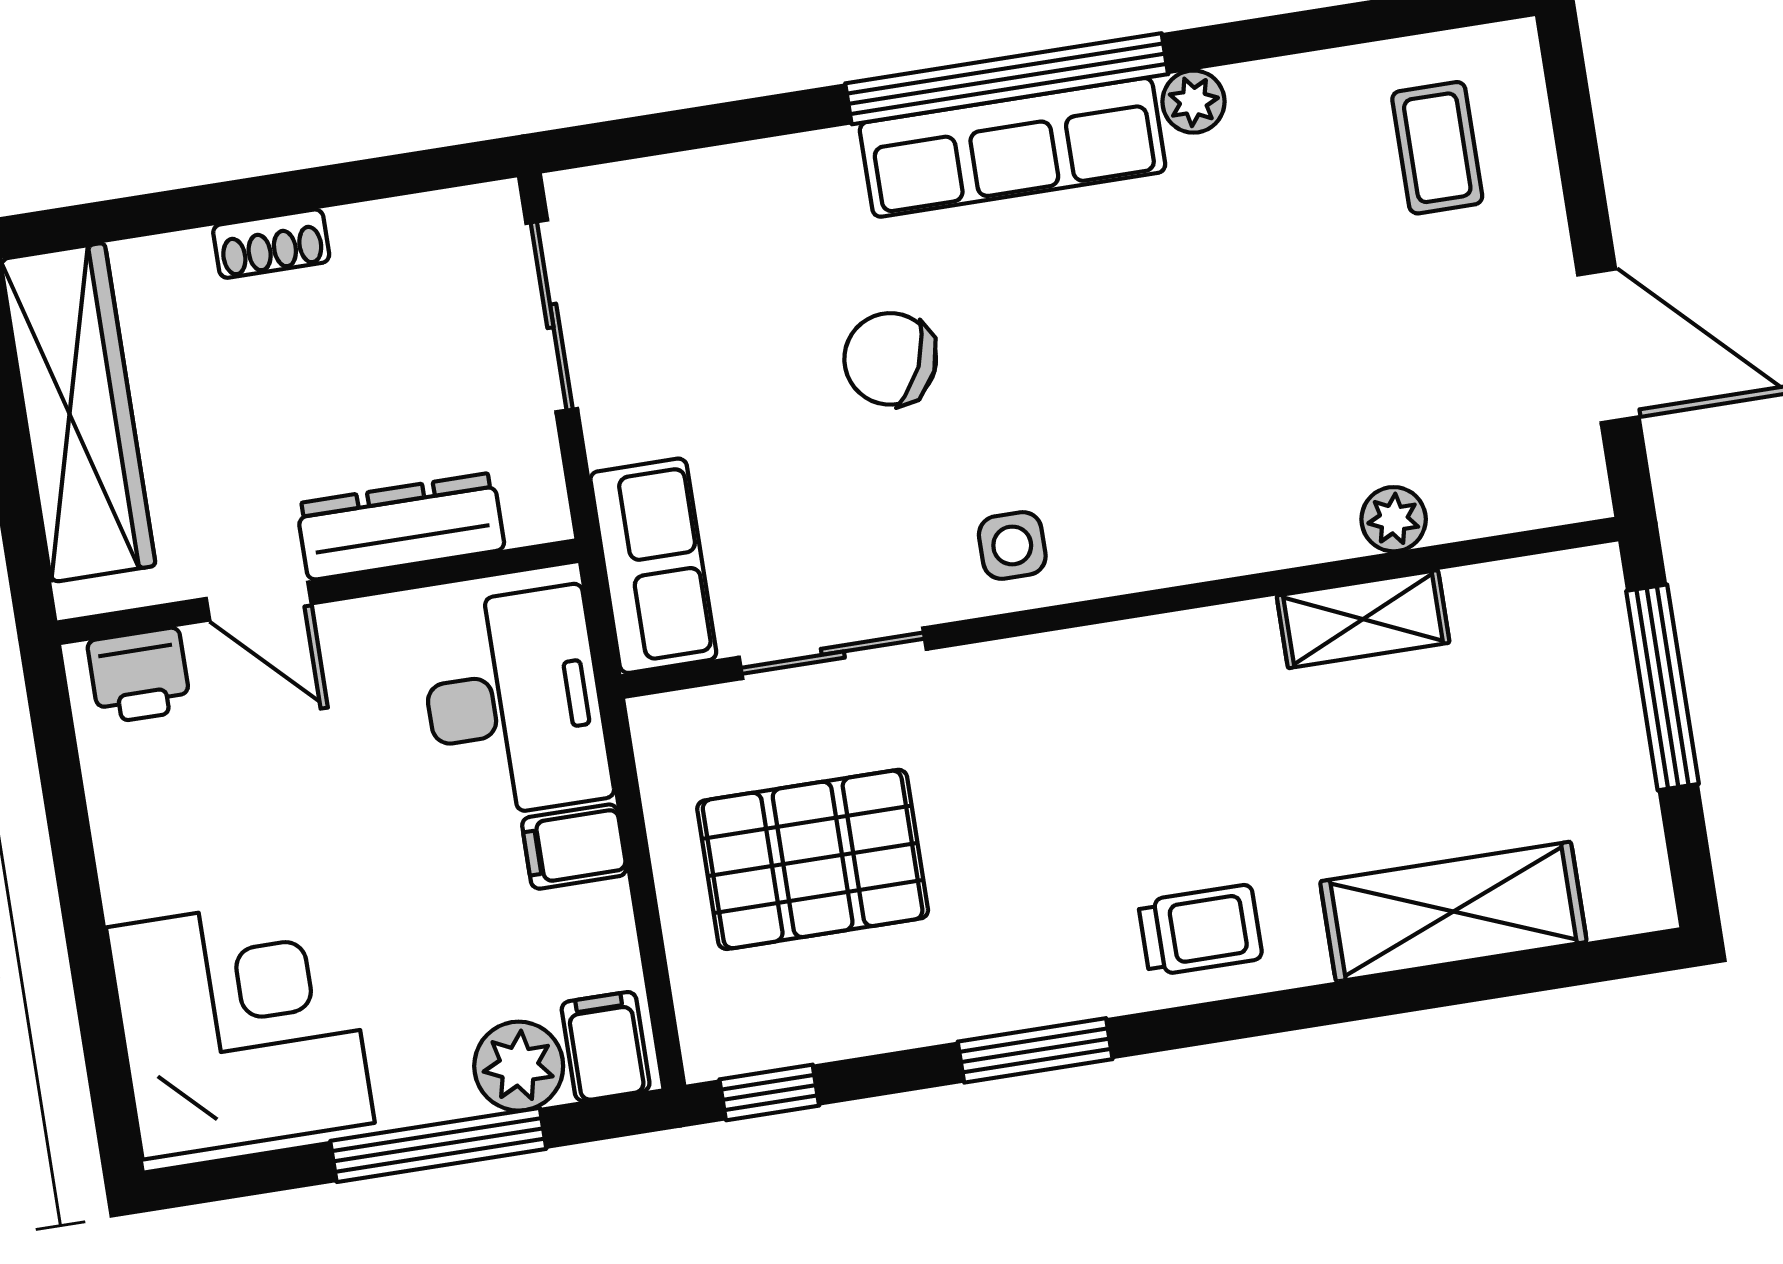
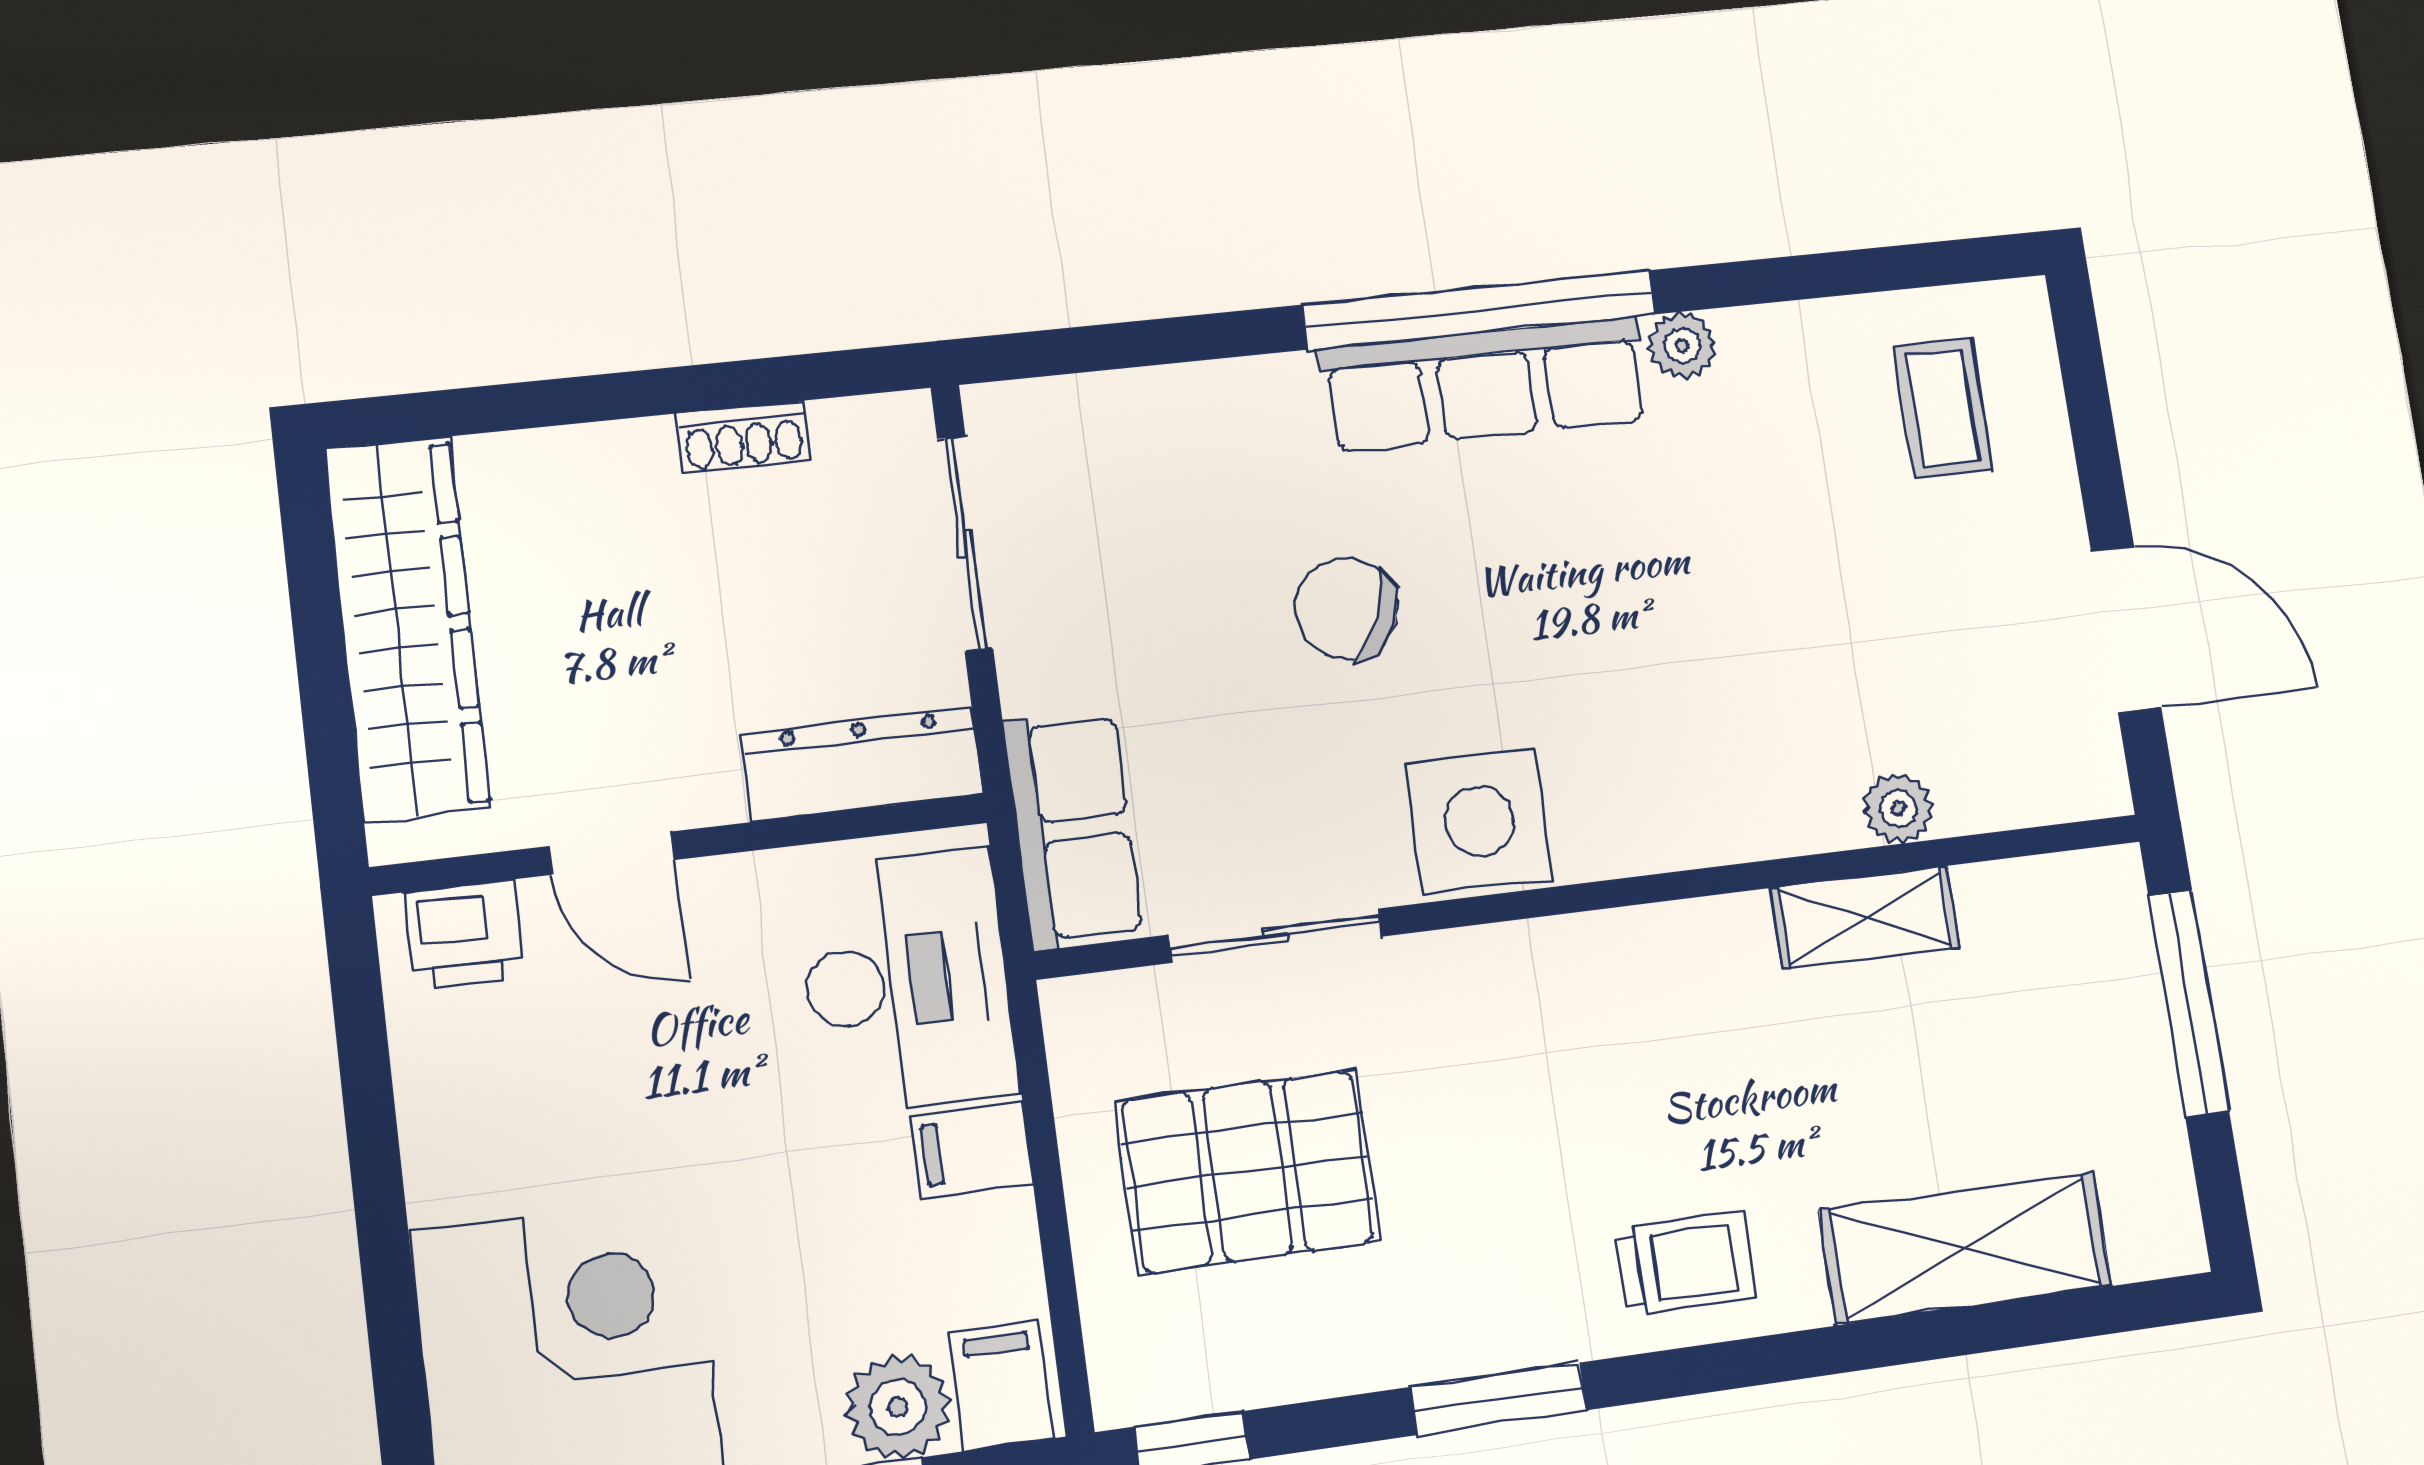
shoe rack: (271, 244) -> (743, 437), moved
dresser: (401, 526) -> (863, 764), moved
side table: (1012, 545) -> (1479, 821), width x1.87, depth x1.87

